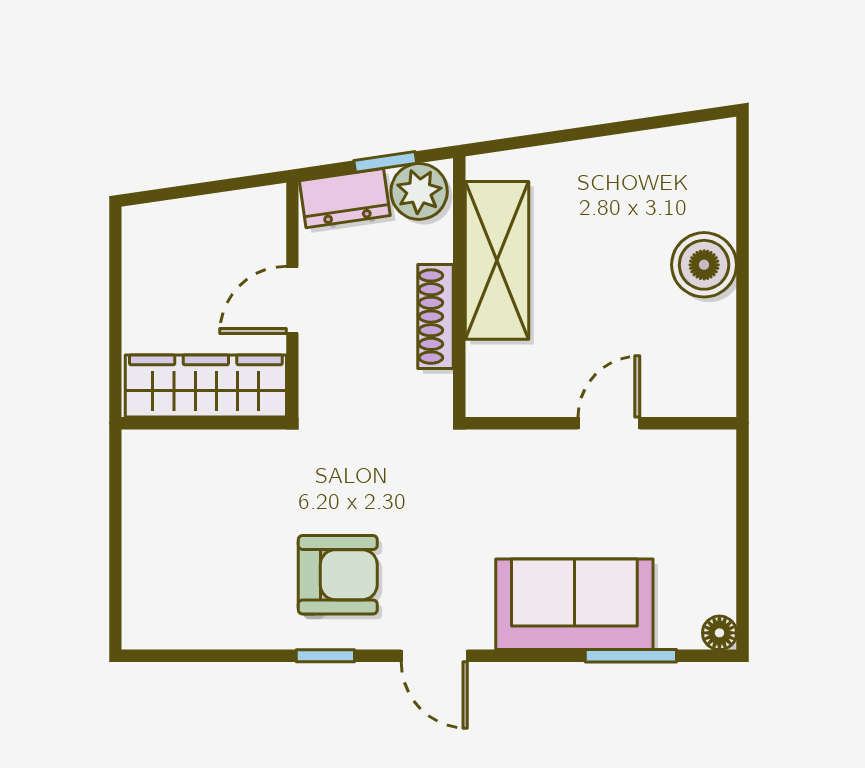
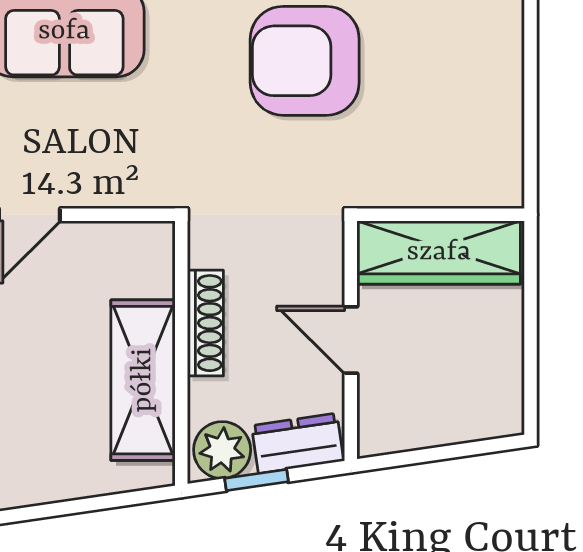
door: (292, 300) -> (351, 340), swing flipped
armchair: (338, 575) -> (305, 61), width x1.36, depth x1.36

